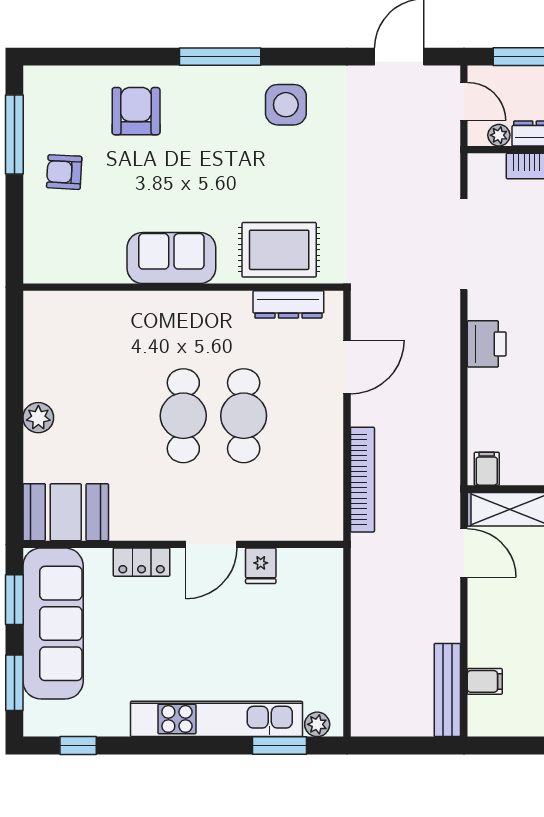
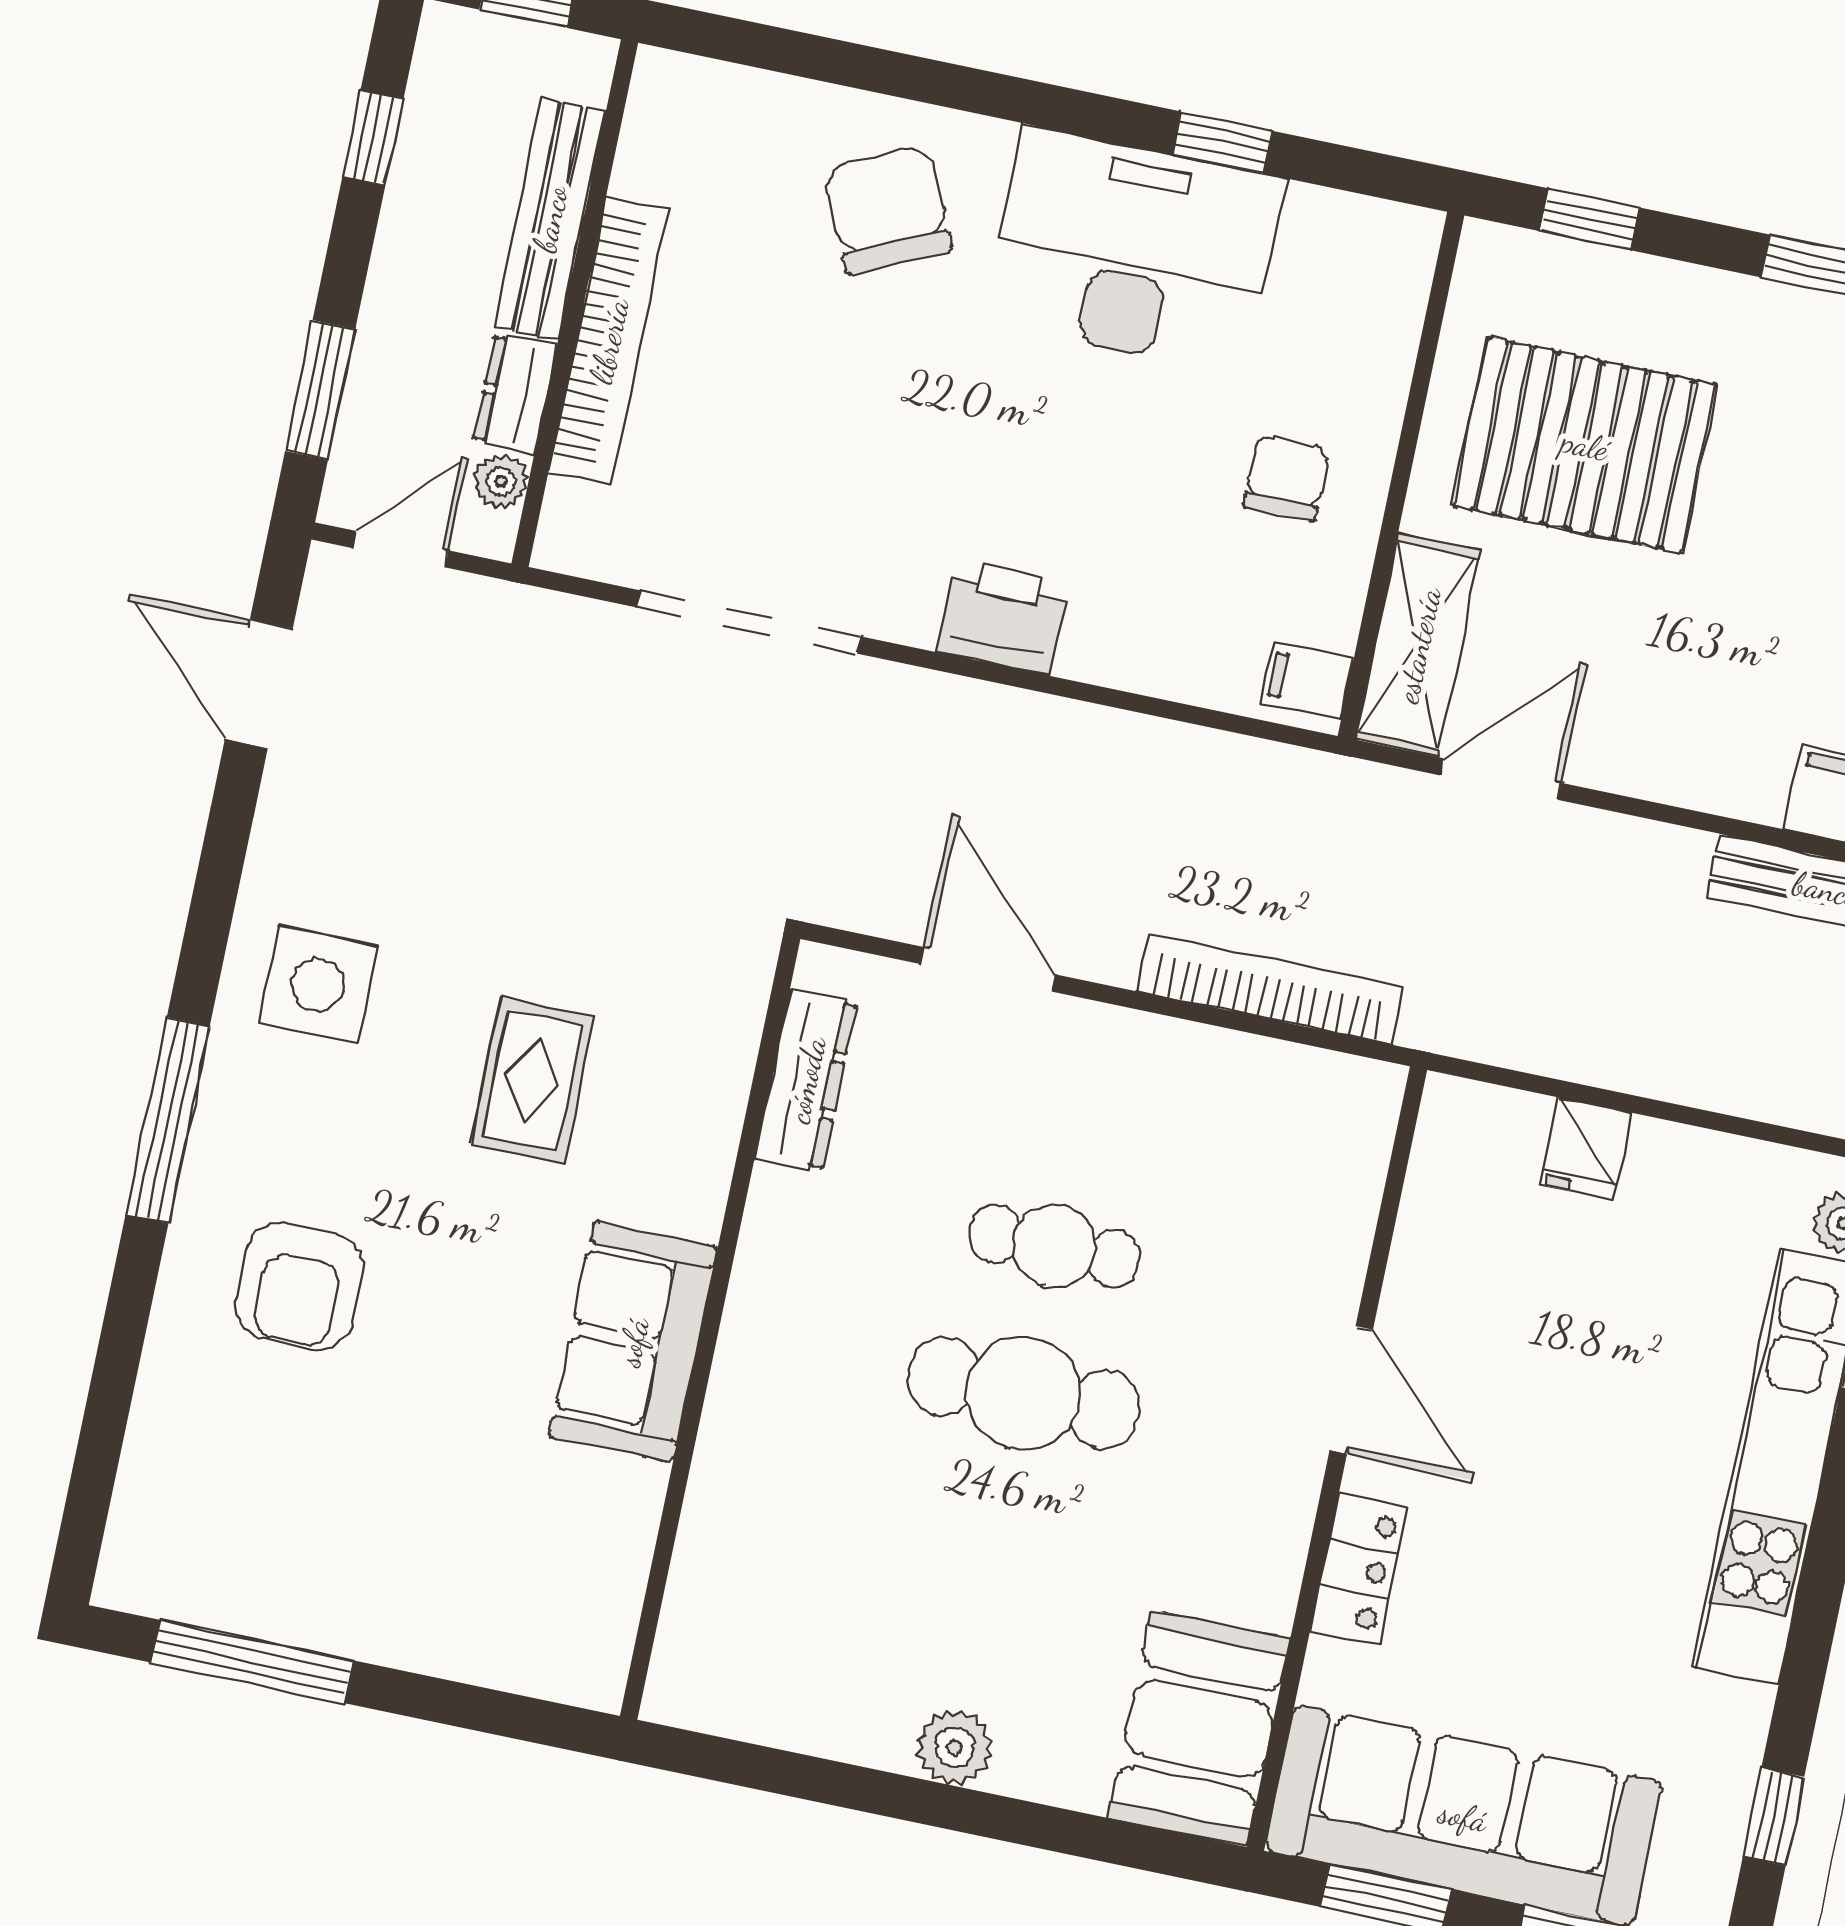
armchair: (136, 111) -> (299, 1286), moved, turned -90
armchair: (64, 172) -> (369, 1559), removed
rug: (279, 250) -> (533, 1080), moved, width x0.73, depth x0.70
cafe table: (244, 416) -> (1054, 1246), width x0.73, depth x0.74
fridge: (261, 566) -> (1586, 1149), moved, turned 90

